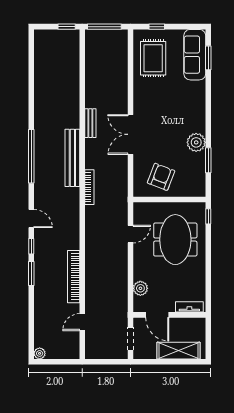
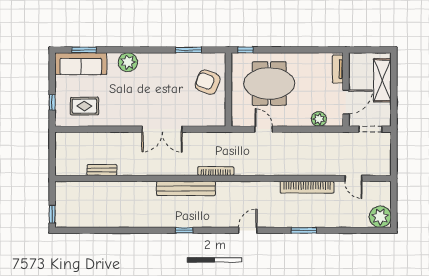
window: (67, 27) -> (52, 214), moved
window: (104, 27) -> (52, 156), removed
rug: (153, 58) -> (84, 106), width x0.73, depth x0.70
bench: (90, 123) -> (102, 170), moved
plant: (196, 142) -> (128, 62), moved
window: (31, 156) -> (184, 230), width x0.32
armchair: (161, 177) -> (208, 82), moved
window: (31, 246) -> (276, 230), removed
plant: (40, 353) -> (380, 217), width x1.87, depth x1.87

